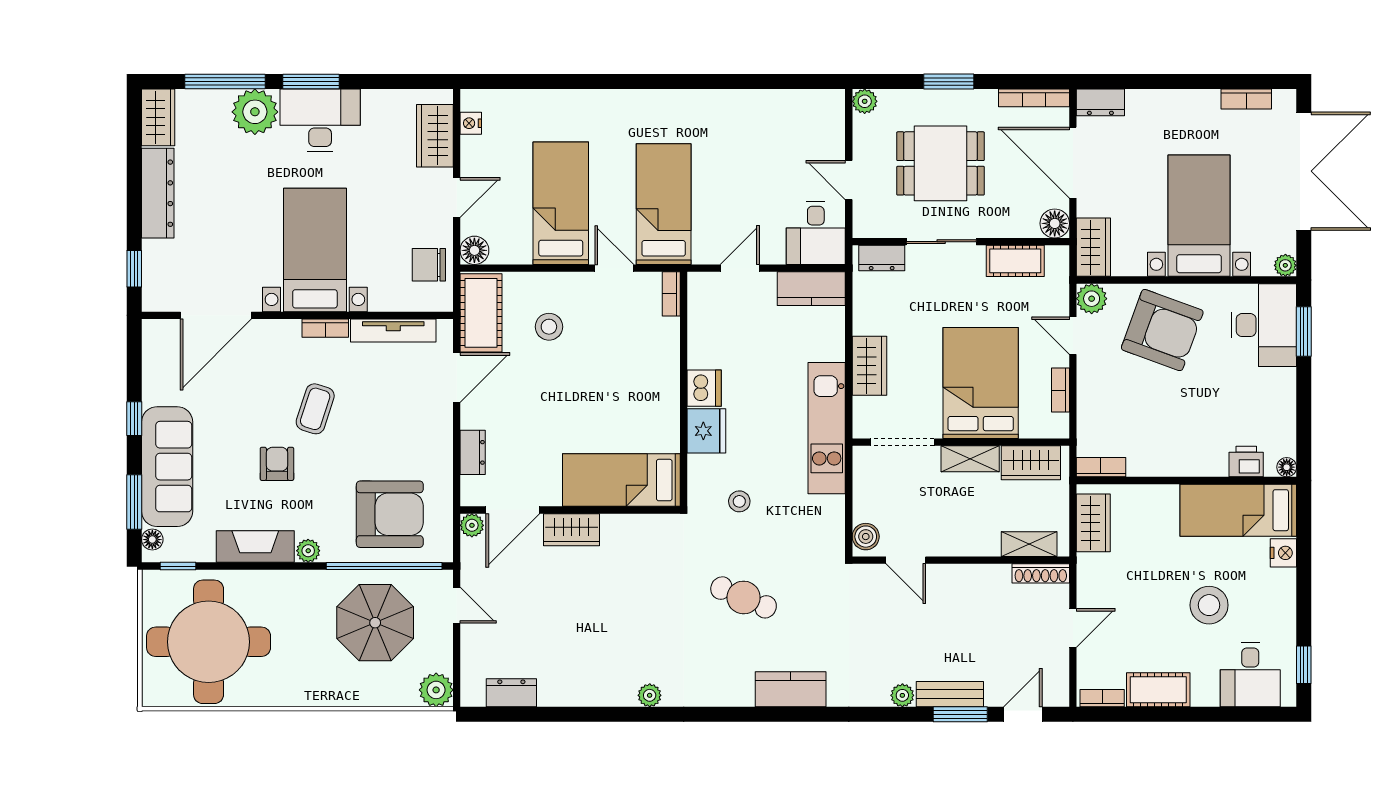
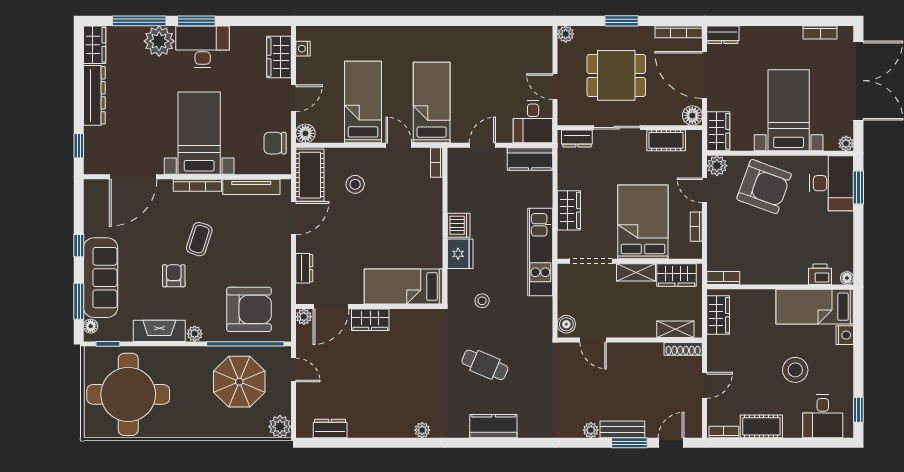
bookcase: (325, 328) -> (197, 185), width x1.56
kitchen counter: (791, 689) -> (493, 426), moved

